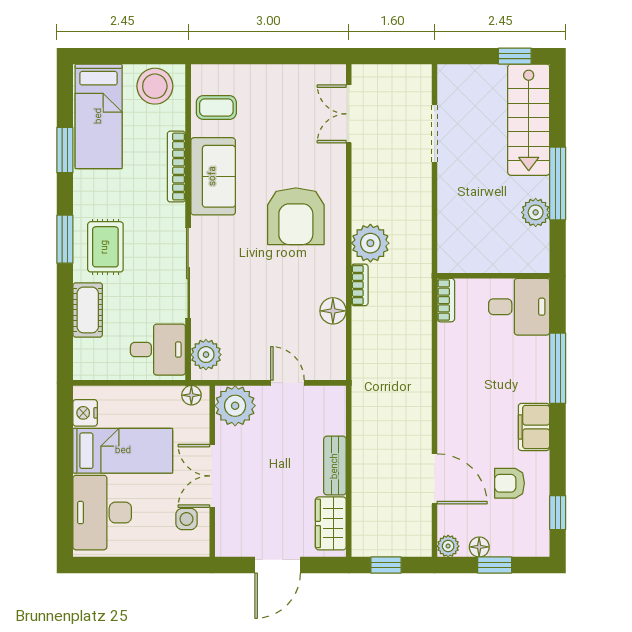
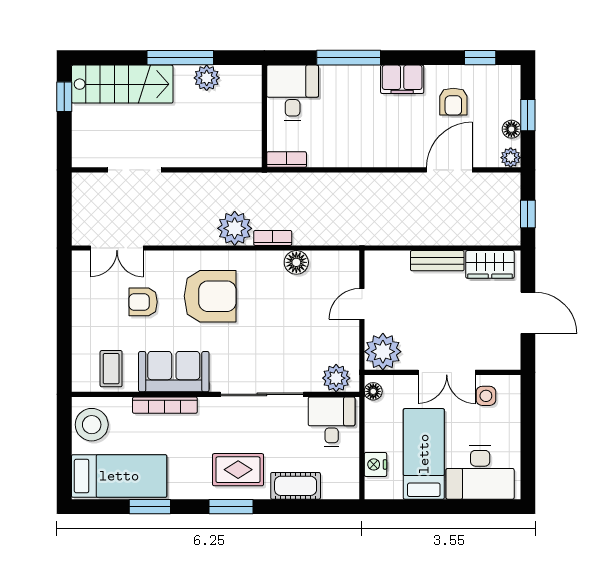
armchair: (290, 143) -> (143, 302), added
nightstand: (85, 413) -> (375, 464), moved, turned 90

